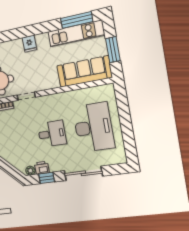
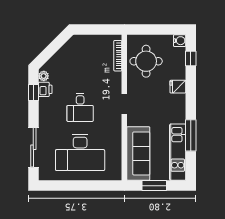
window: (77, 20) -> (191, 135), moved
fridge: (29, 44) -> (178, 87), moved
doorway: (26, 96) -> (124, 104), moved
sliding door: (83, 173) -> (33, 147), moved

